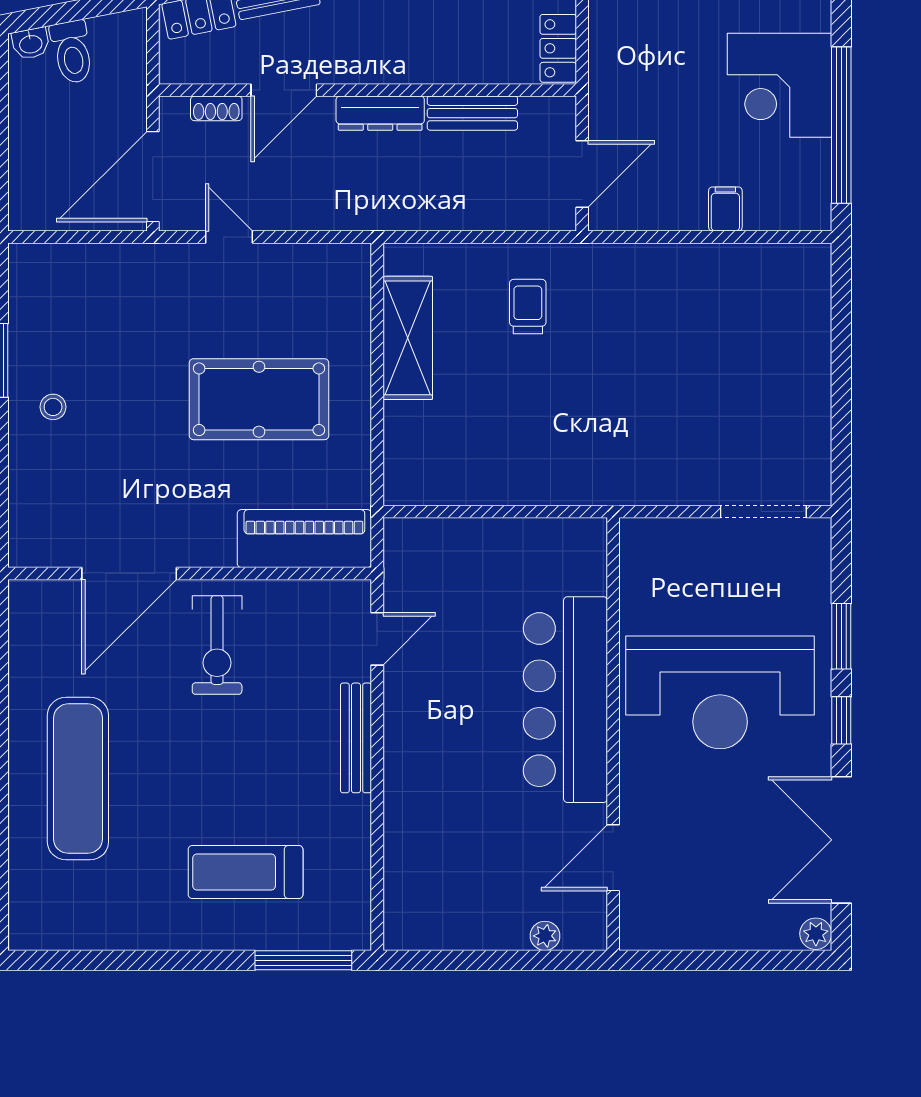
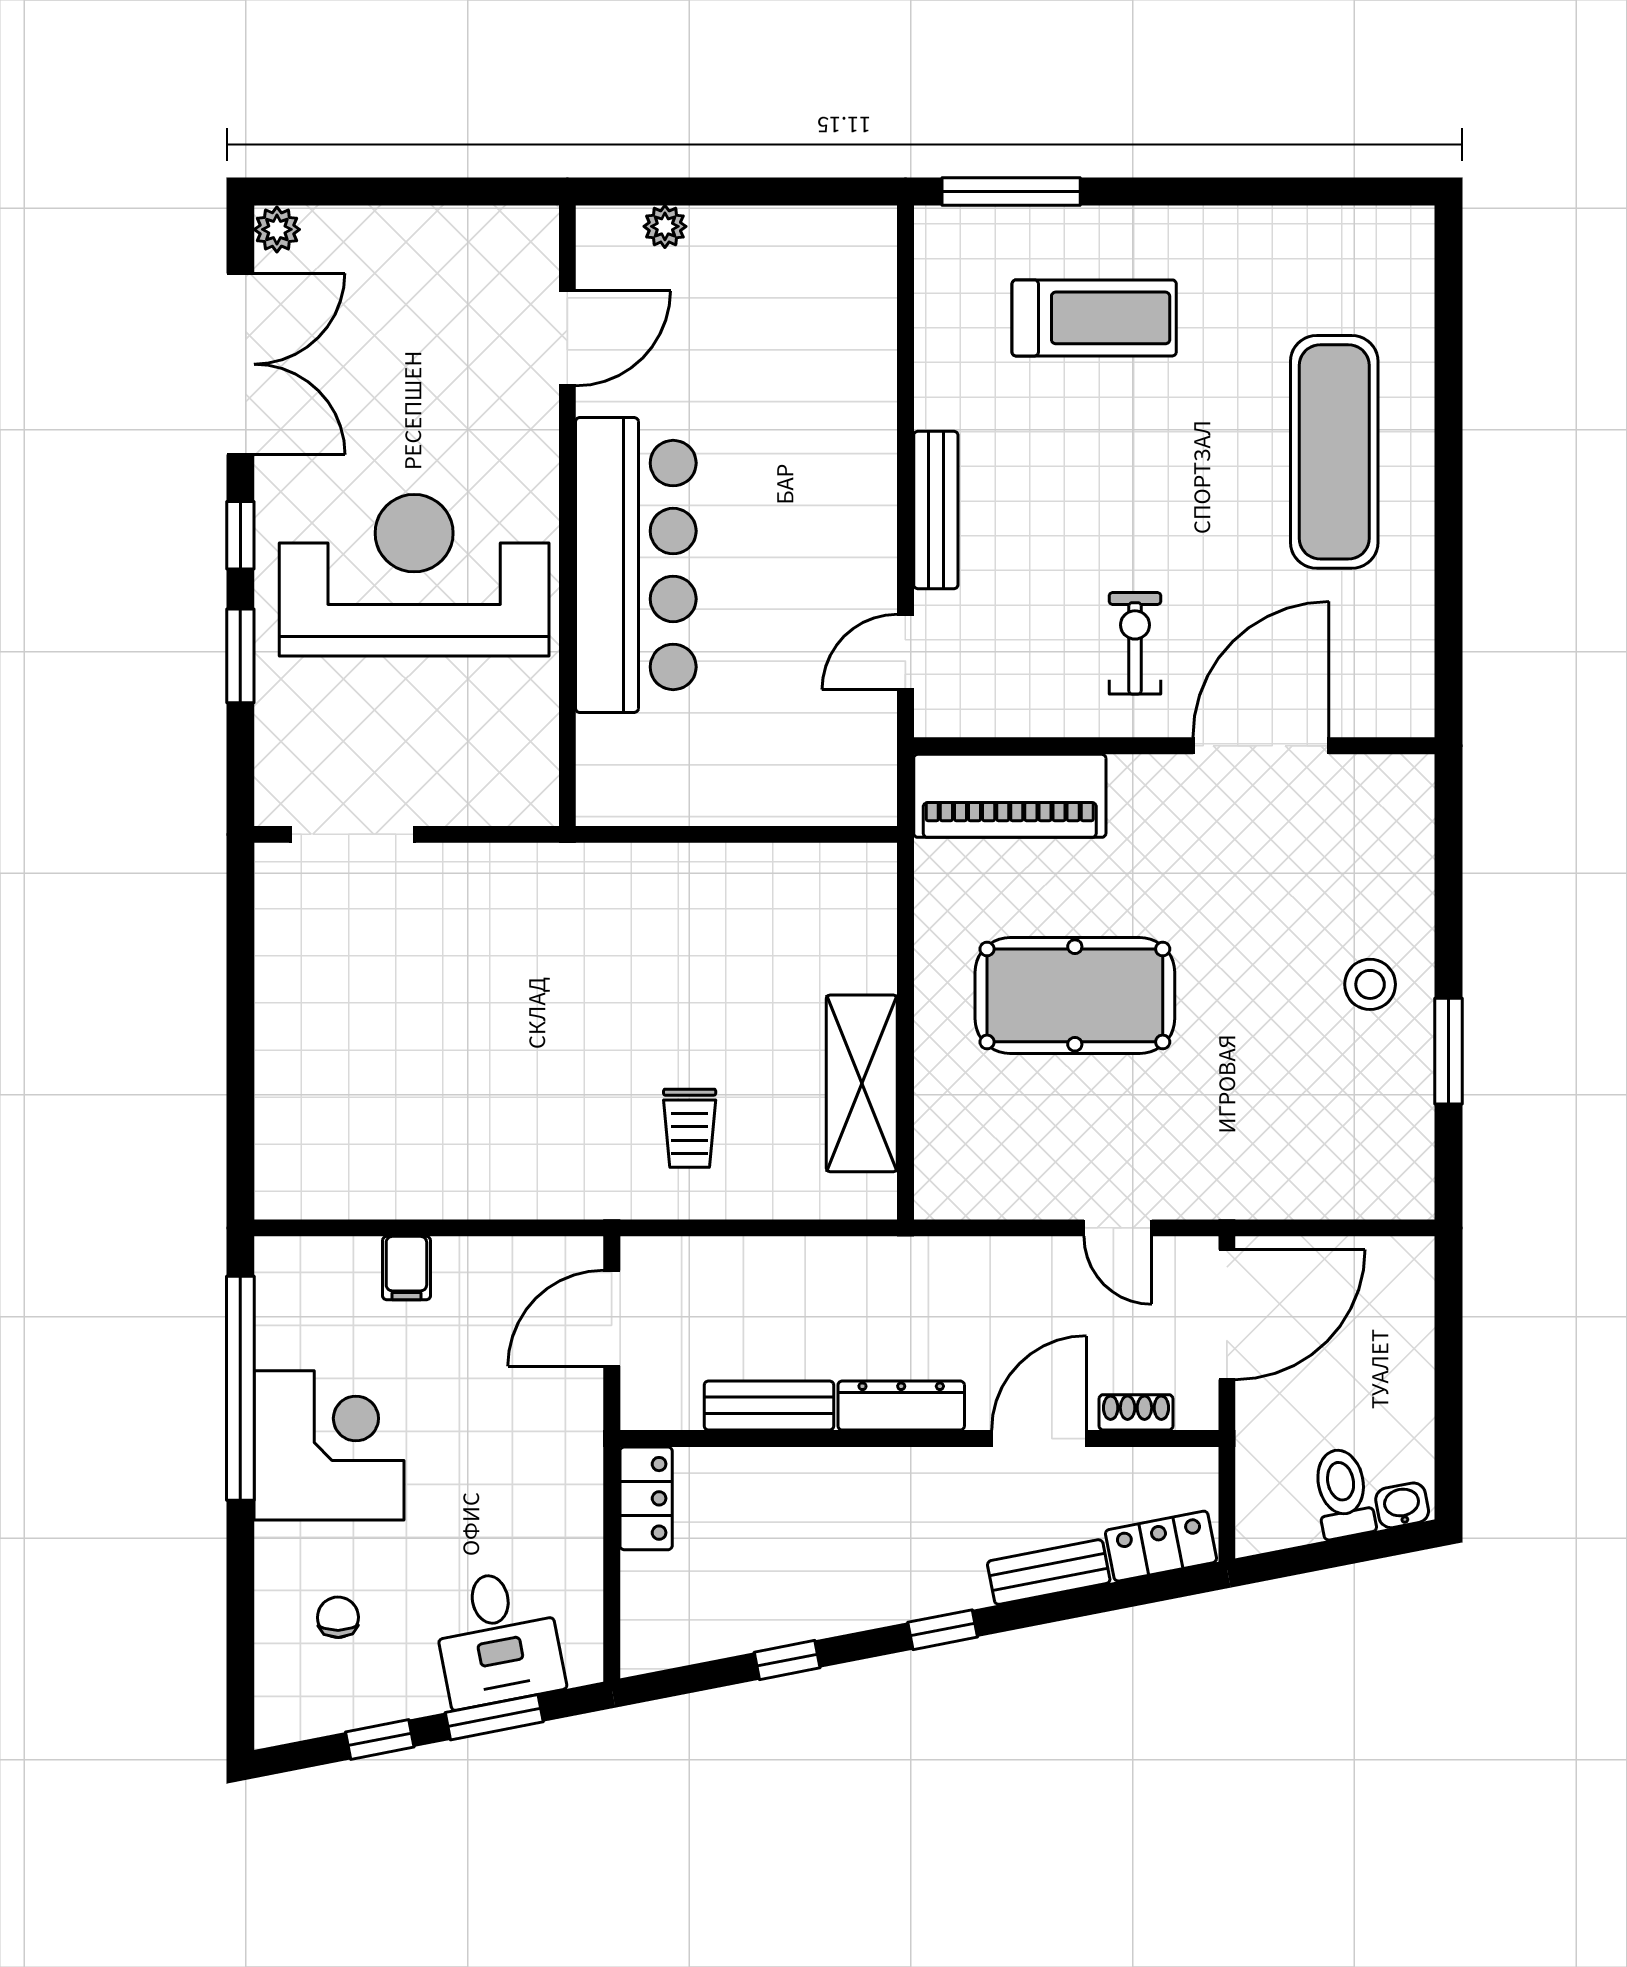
stool: (53, 407) -> (1370, 984), width x1.37, depth x1.37
exercise bike: (217, 645) -> (1135, 643), width x0.73, depth x0.72

